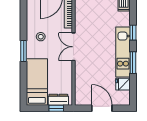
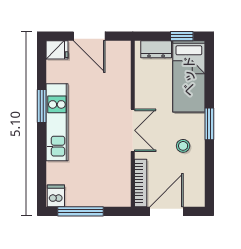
window: (133, 33) -> (42, 152), removed
fridge: (123, 84) -> (57, 50), moved
window: (56, 108) -> (182, 36), moved

